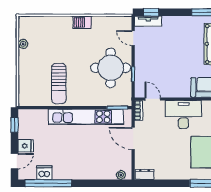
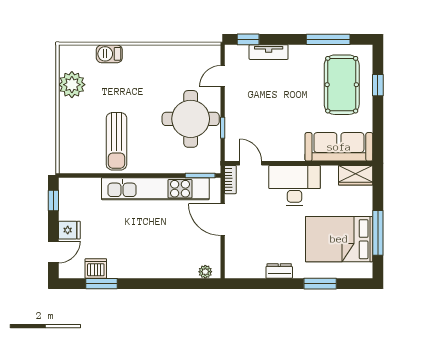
tv unit: (148, 21) -> (269, 52), moved
barbecue: (82, 22) -> (109, 54), moved
door: (133, 38) -> (223, 76), hinge flipped
plant: (23, 44) -> (72, 85), width x1.88, depth x1.88
dresser: (145, 174) -> (279, 271), moved
window: (48, 183) -> (102, 284), width x0.47

